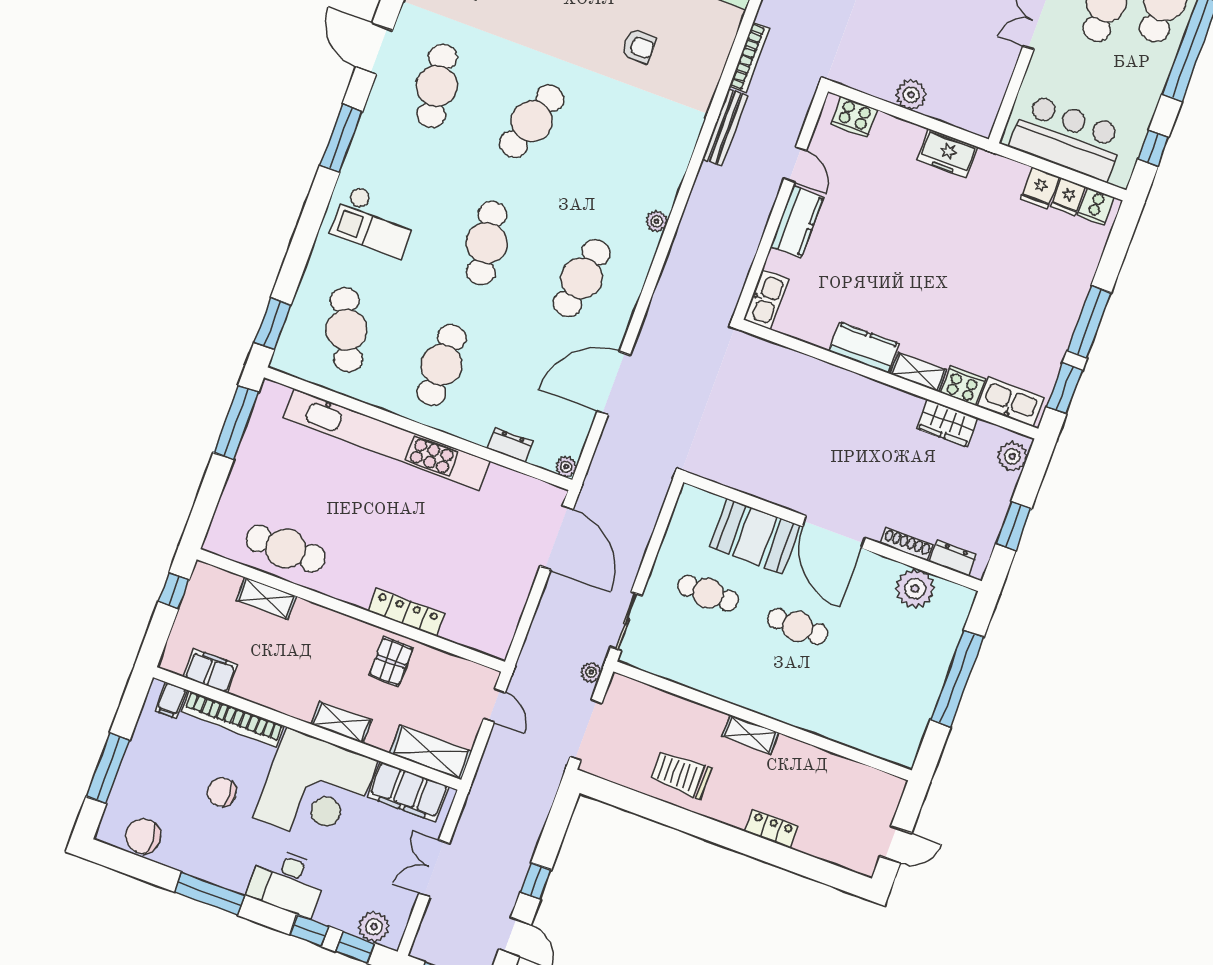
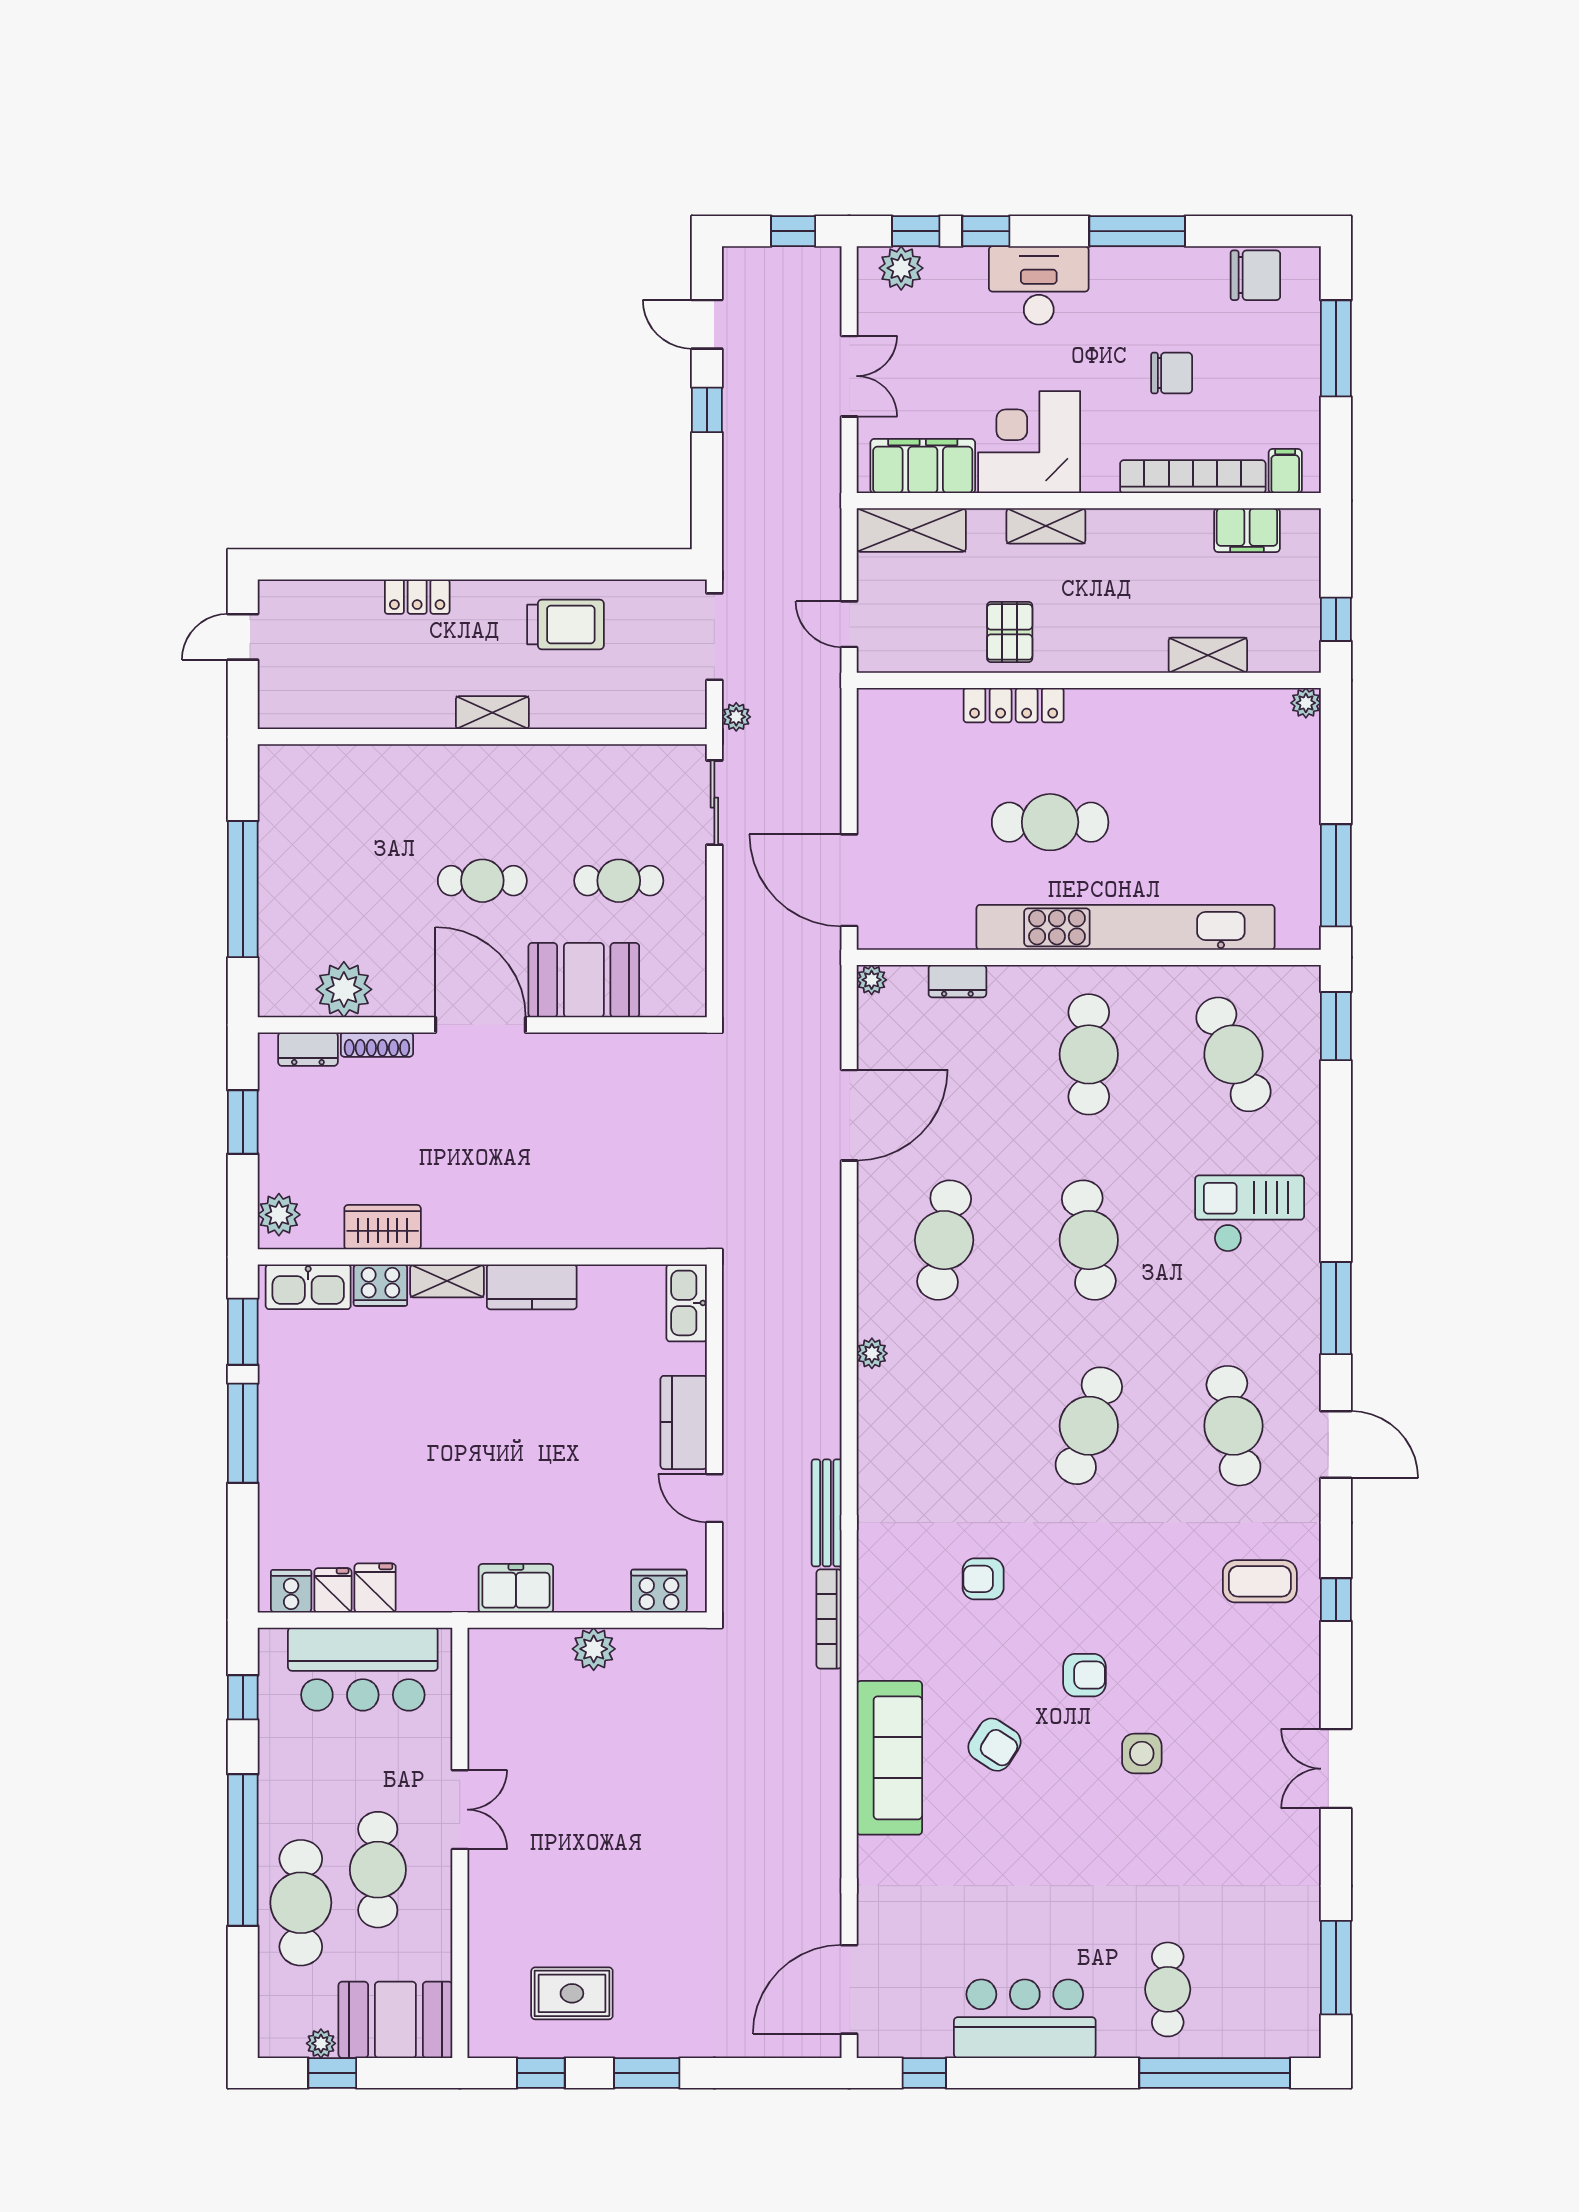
plant: (214, 543) -> (1306, 703), added
cafe table: (286, 548) -> (1050, 822), moved
corner desk: (316, 789) -> (1029, 442), width x0.74, depth x0.74

